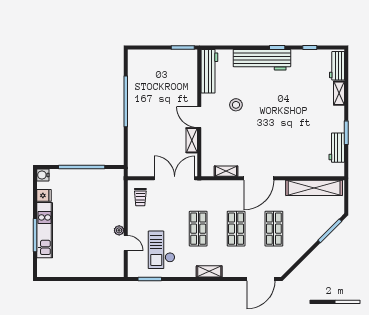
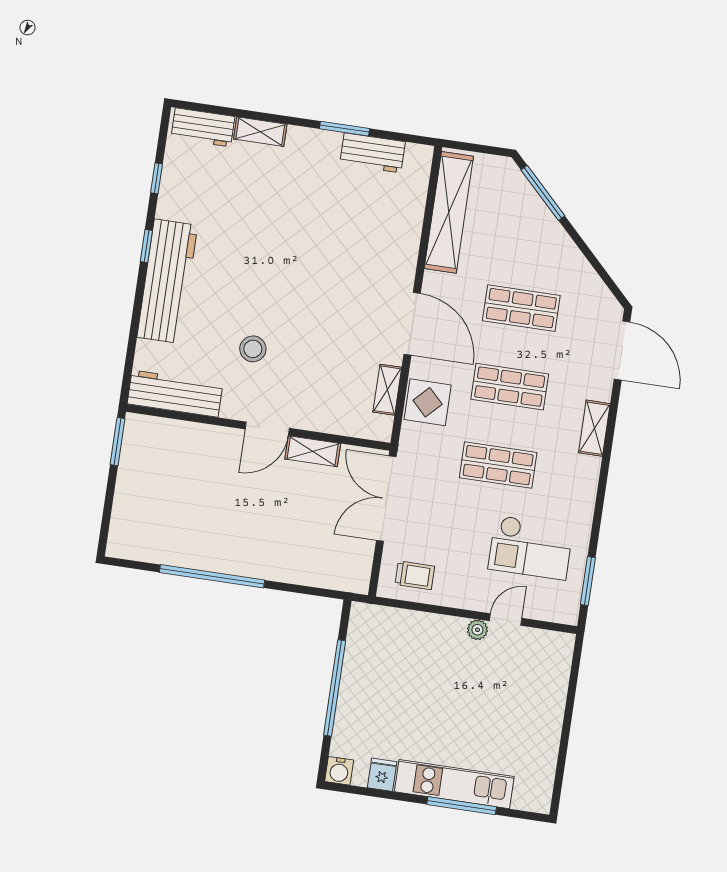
display table: (223, 191) -> (428, 402), added
shelving: (209, 271) -> (594, 428), moved

